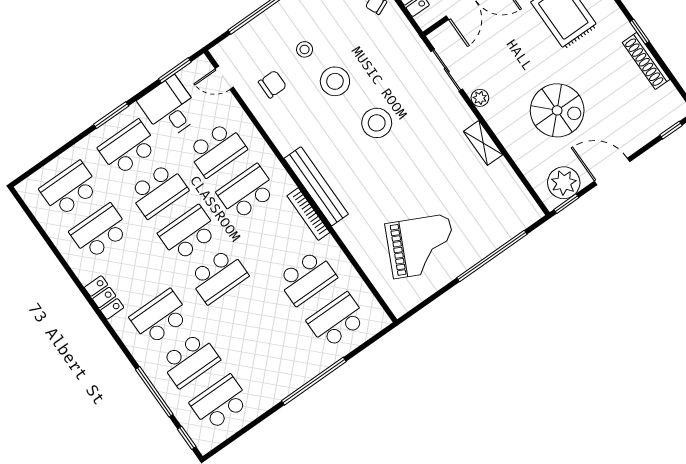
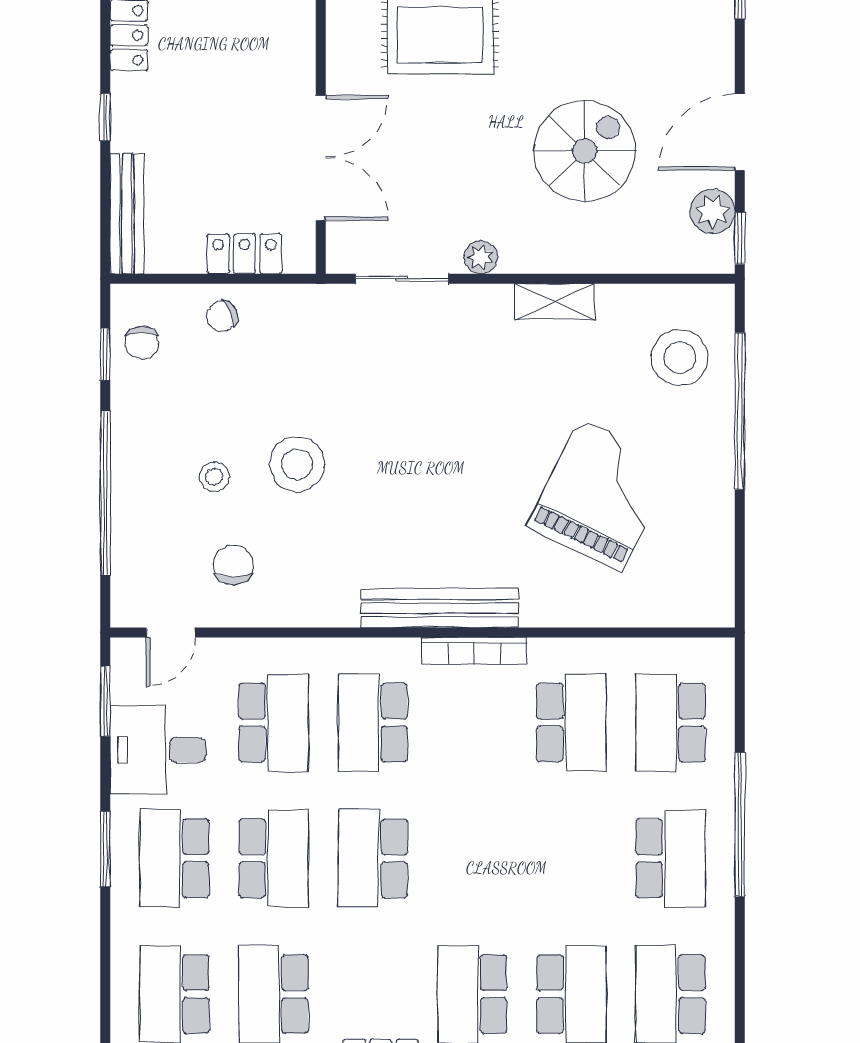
stool: (377, 123) -> (680, 358), moved
plant: (564, 183) -> (713, 212), width x0.73, depth x0.73
grand piano: (421, 246) -> (601, 495), moved
school desk: (218, 276) -> (671, 858), moved

